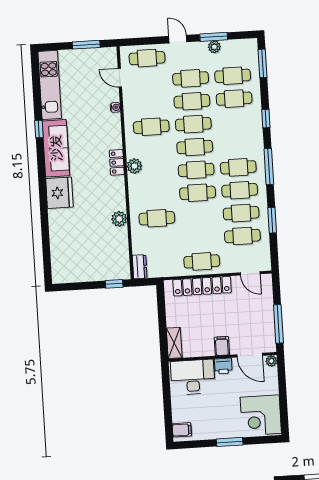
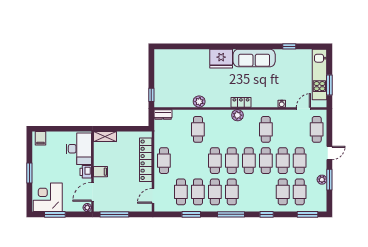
kitchen unit: (50, 85) -> (319, 74), moved, turned 90
window: (39, 129) -> (289, 46), moved
window: (283, 404) -> (55, 214), added

